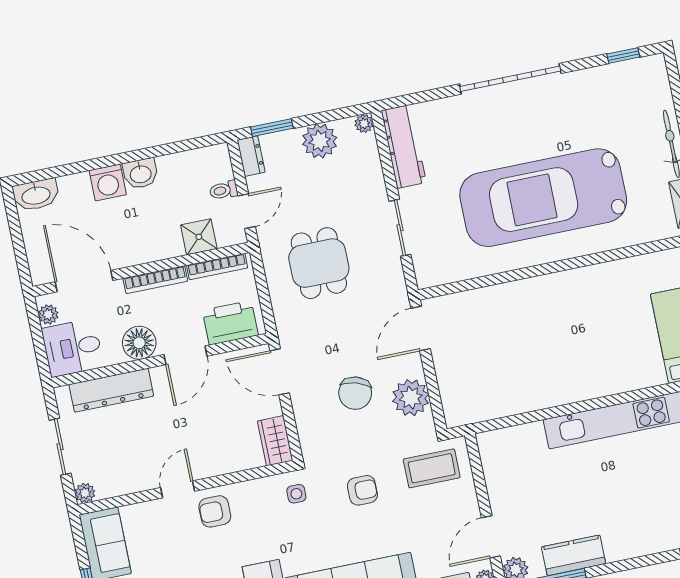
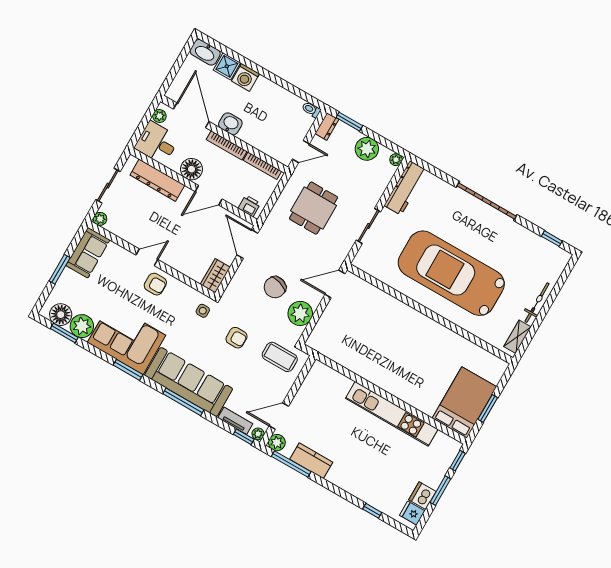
washbasin: (141, 174) -> (230, 124), moved, turned 180
toilet: (224, 190) -> (311, 110), moved
shower: (199, 237) -> (227, 66), moved
printer: (230, 323) -> (249, 206), width x0.53, depth x0.68
armchair: (215, 511) -> (155, 284), turned 180

